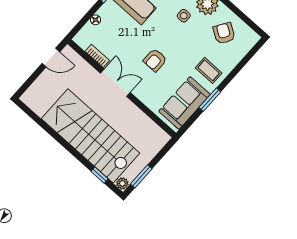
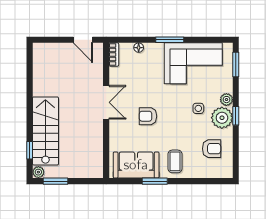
armchair: (224, 33) -> (212, 149), turned 58
bookcase: (97, 56) -> (114, 55), moved
stairs: (90, 136) -> (45, 131), width x0.73, depth x0.66

